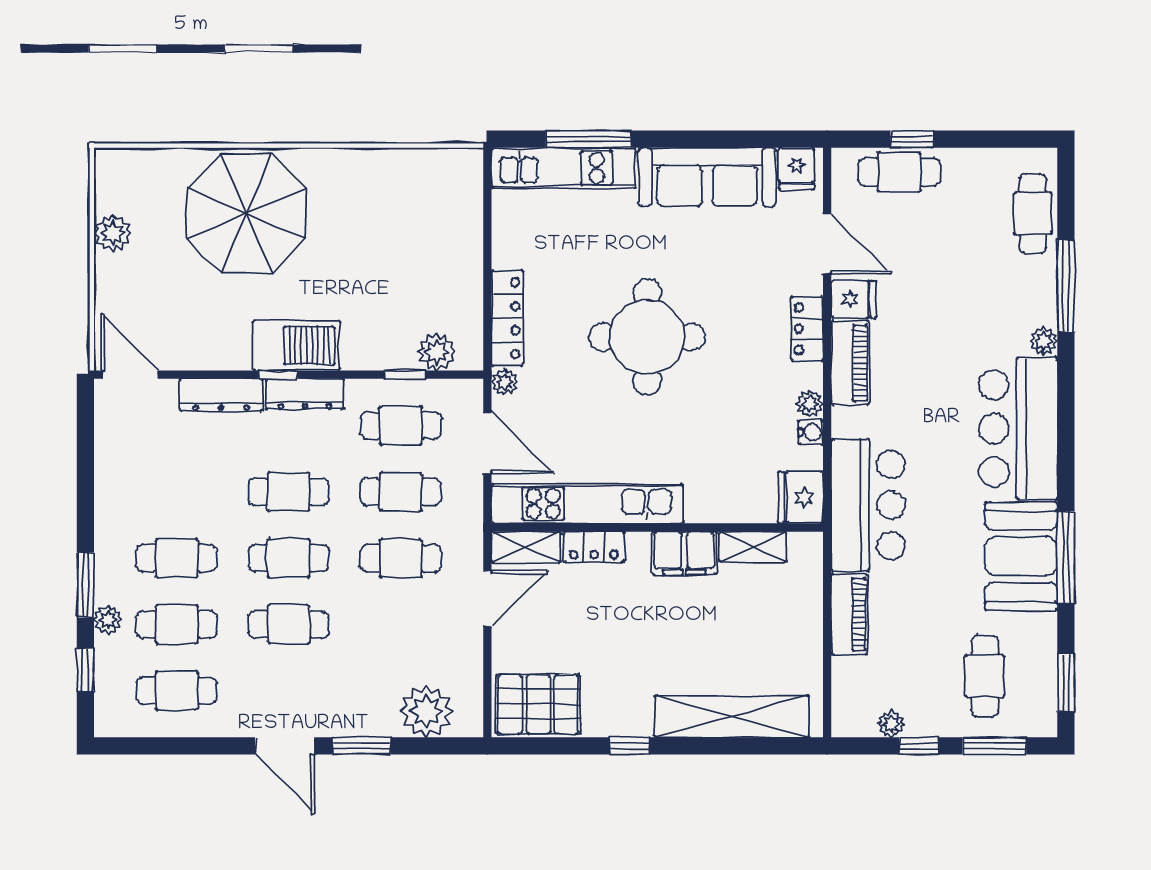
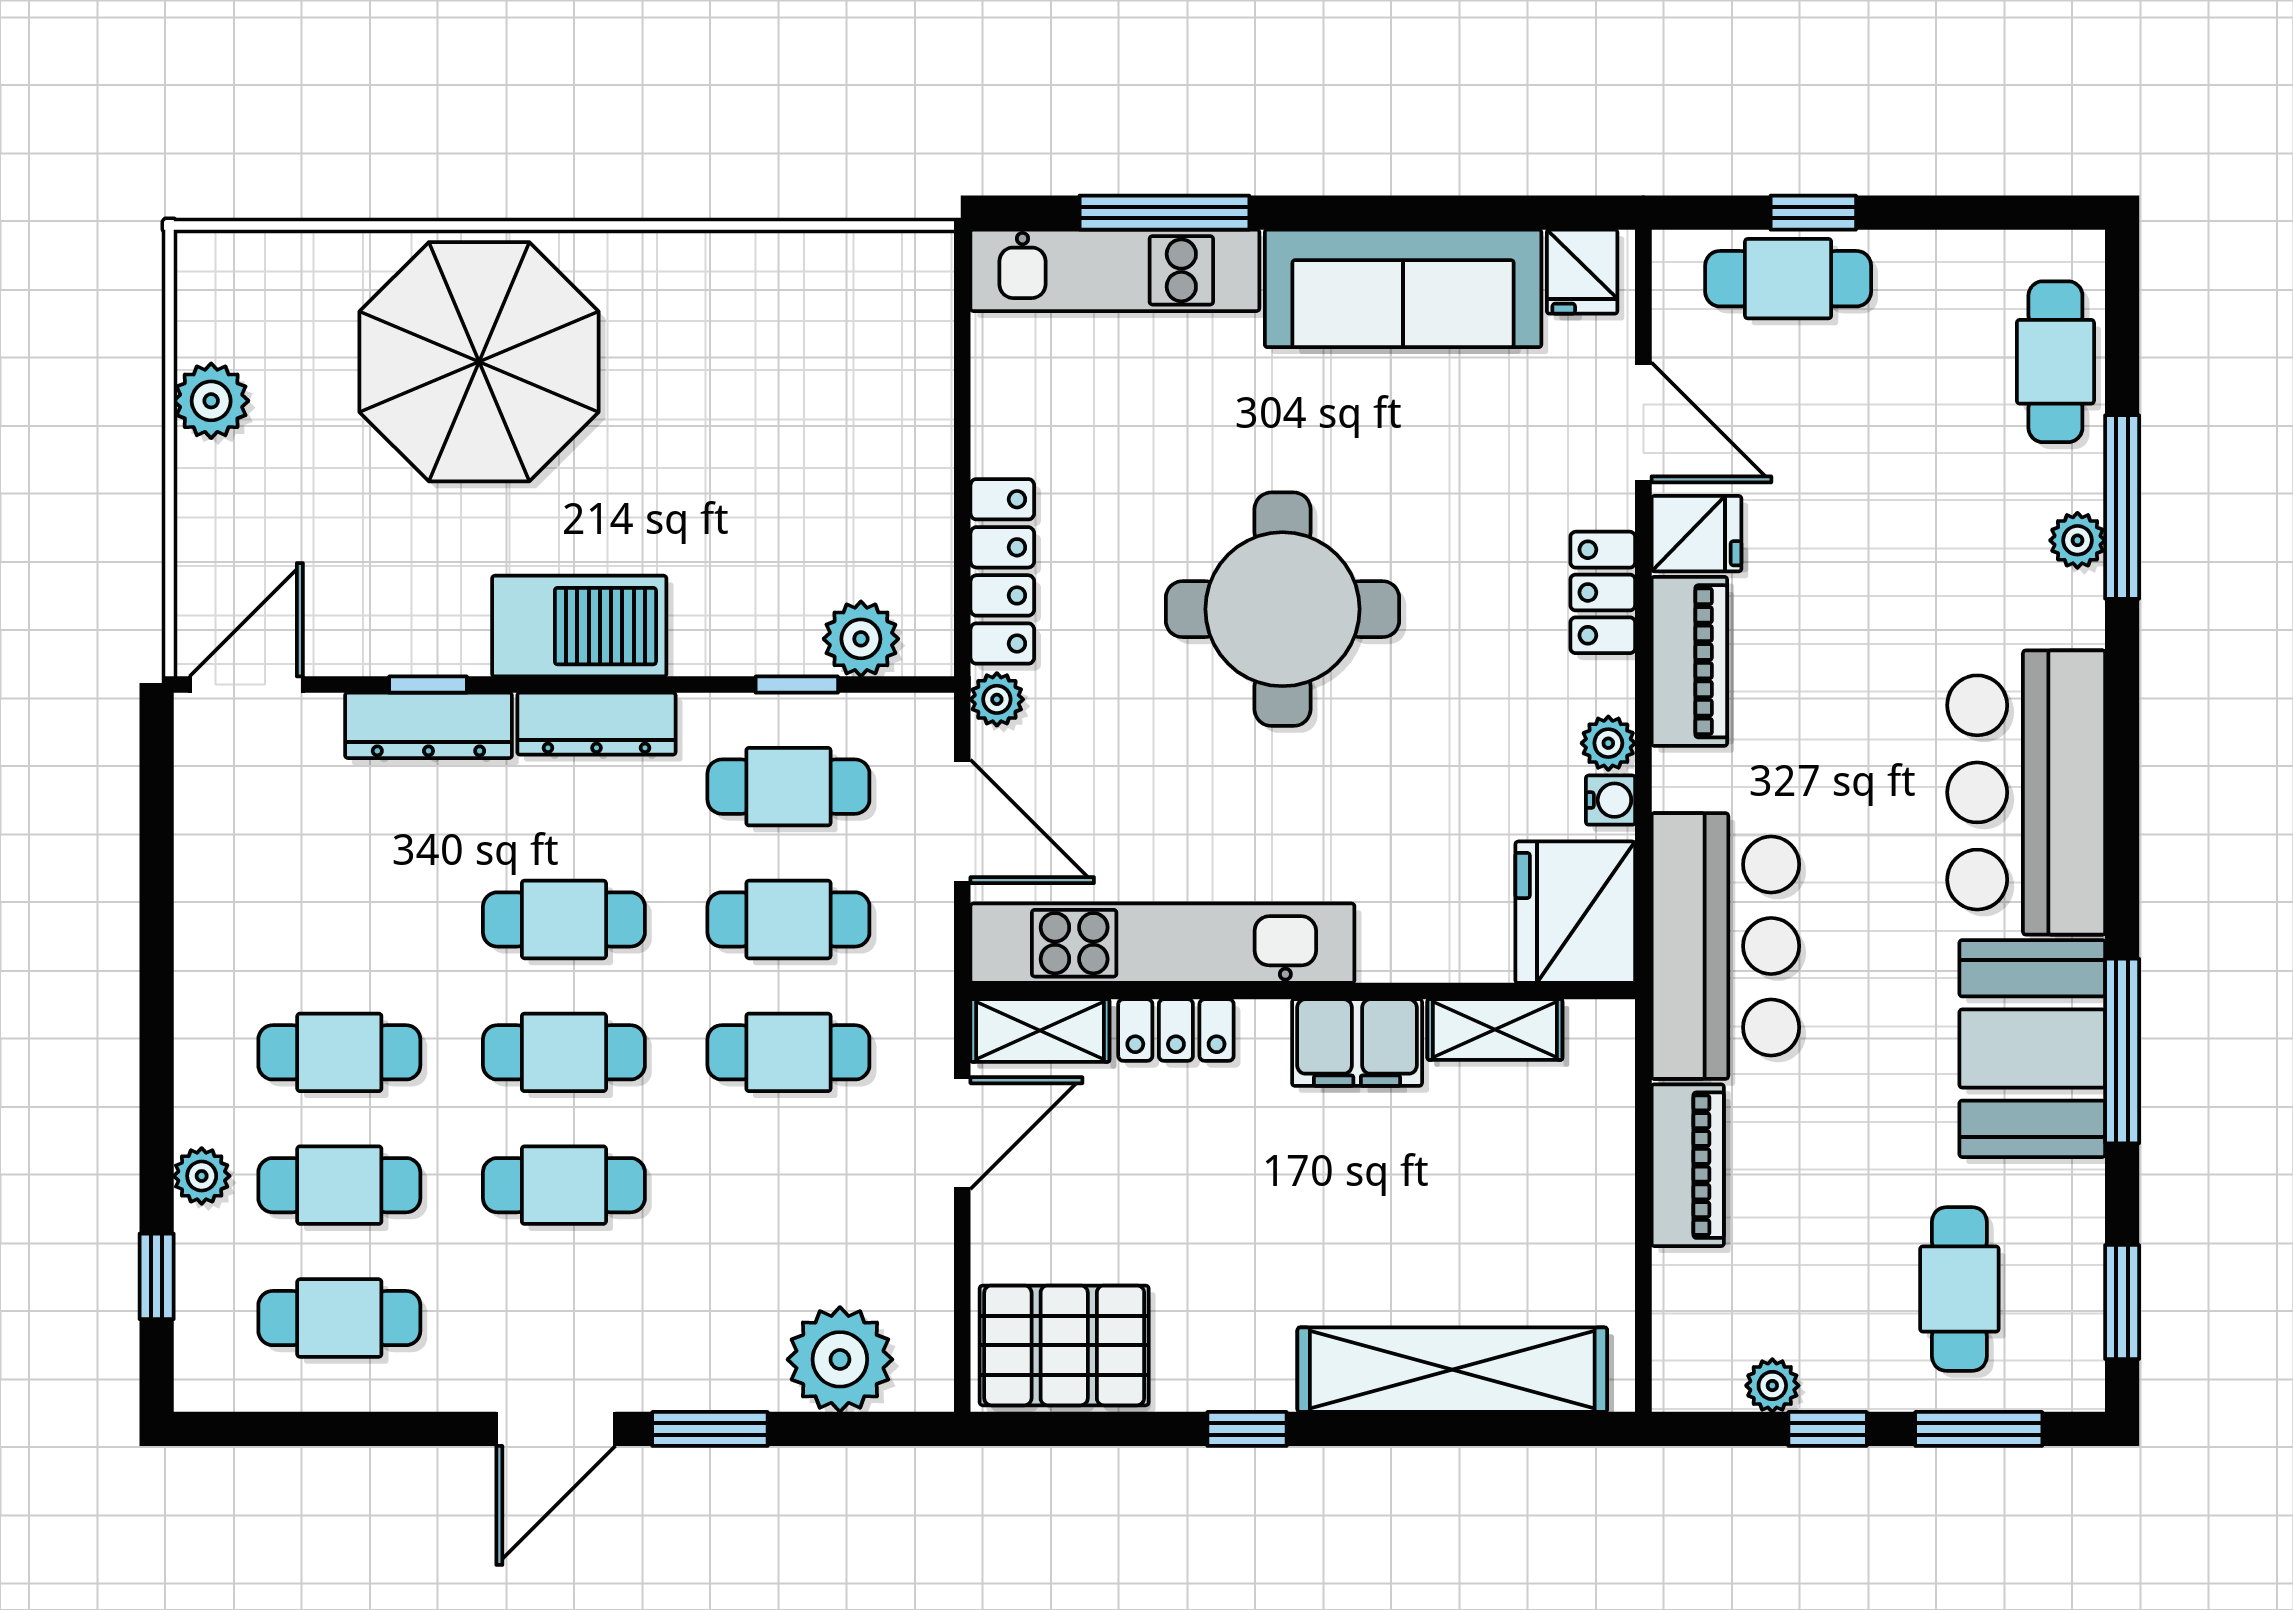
plant: (1044, 341) -> (2077, 540), moved
door: (130, 375) -> (246, 685), hinge flipped
window: (278, 375) -> (428, 685), moved
fridge: (801, 498) -> (1575, 912), width x1.36, depth x1.34
window: (85, 585) -> (157, 1106), removed
door: (285, 746) -> (556, 1429), hinge flipped

